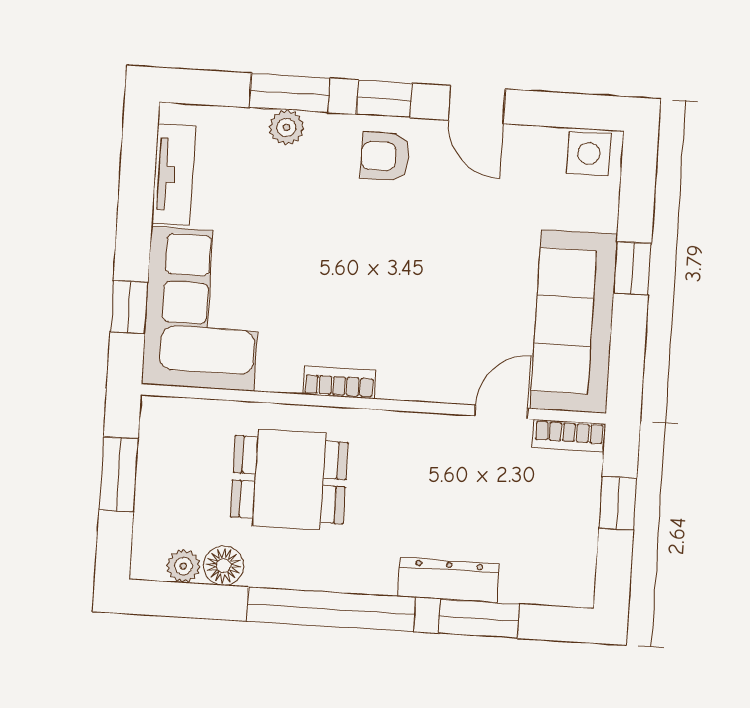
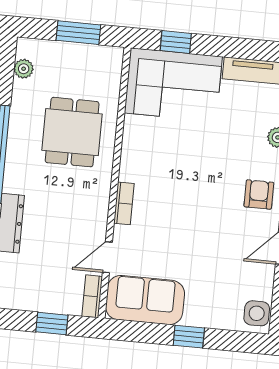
sofa: (574, 321) -> (145, 300), width x0.73
bookcase: (339, 382) -> (124, 203), moved
door: (501, 412) -> (107, 257), swing flipped
floor lamp: (224, 566) -> (23, 92), removed

